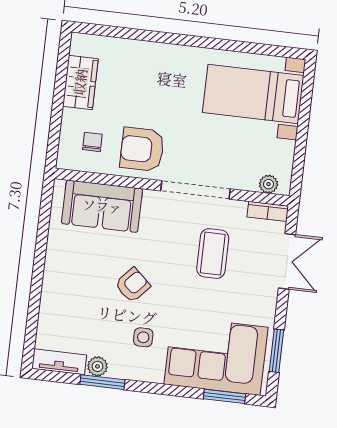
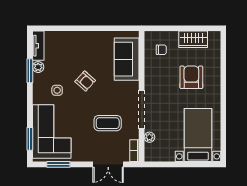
armchair: (142, 149) -> (191, 77), moved
plant: (268, 184) -> (149, 137), moved

